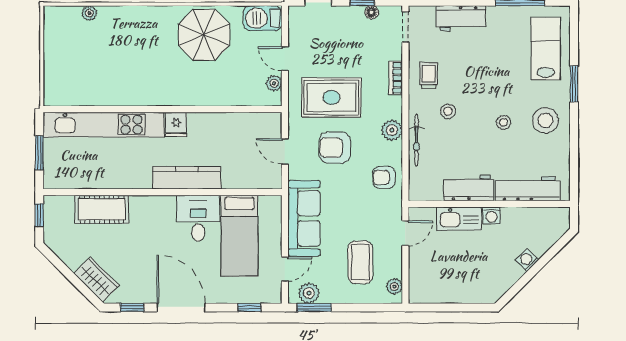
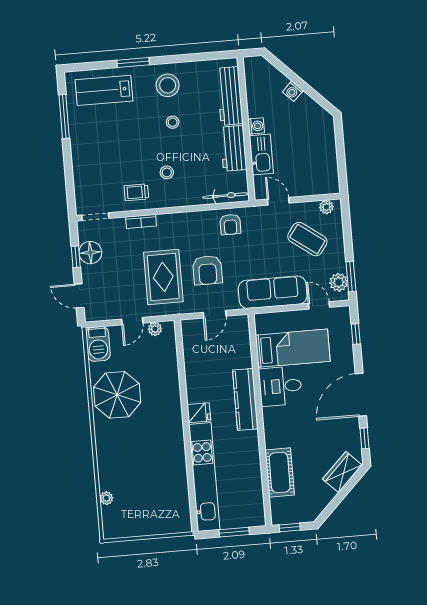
floor lamp: (372, 12) -> (90, 253), width x1.89, depth x1.89
workbench: (461, 18) -> (83, 168), removed
plant: (392, 130) -> (188, 221), removed
bicycle: (417, 140) -> (226, 196), moved
coffee table: (360, 262) -> (307, 239), turned 36

